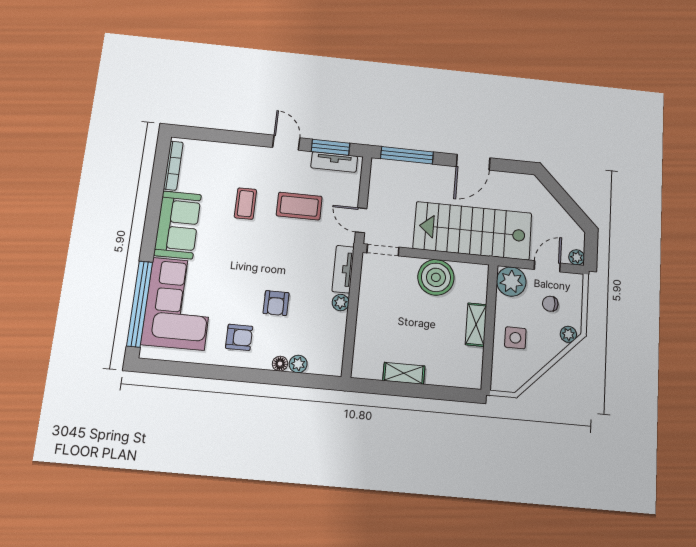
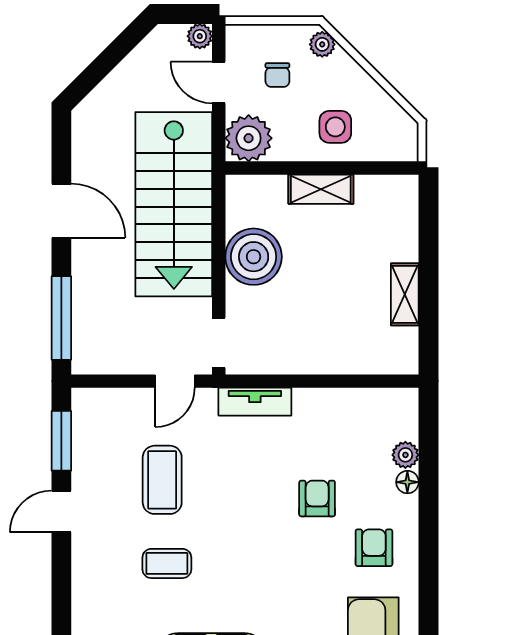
tv unit: (334, 162) -> (85, 433), removed
armchair: (276, 303) -> (317, 498), turned -90
plant: (341, 303) -> (307, 400), removed

